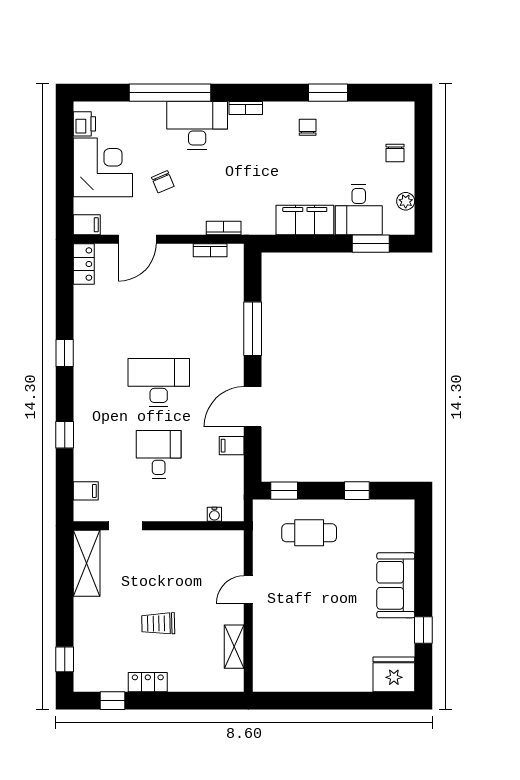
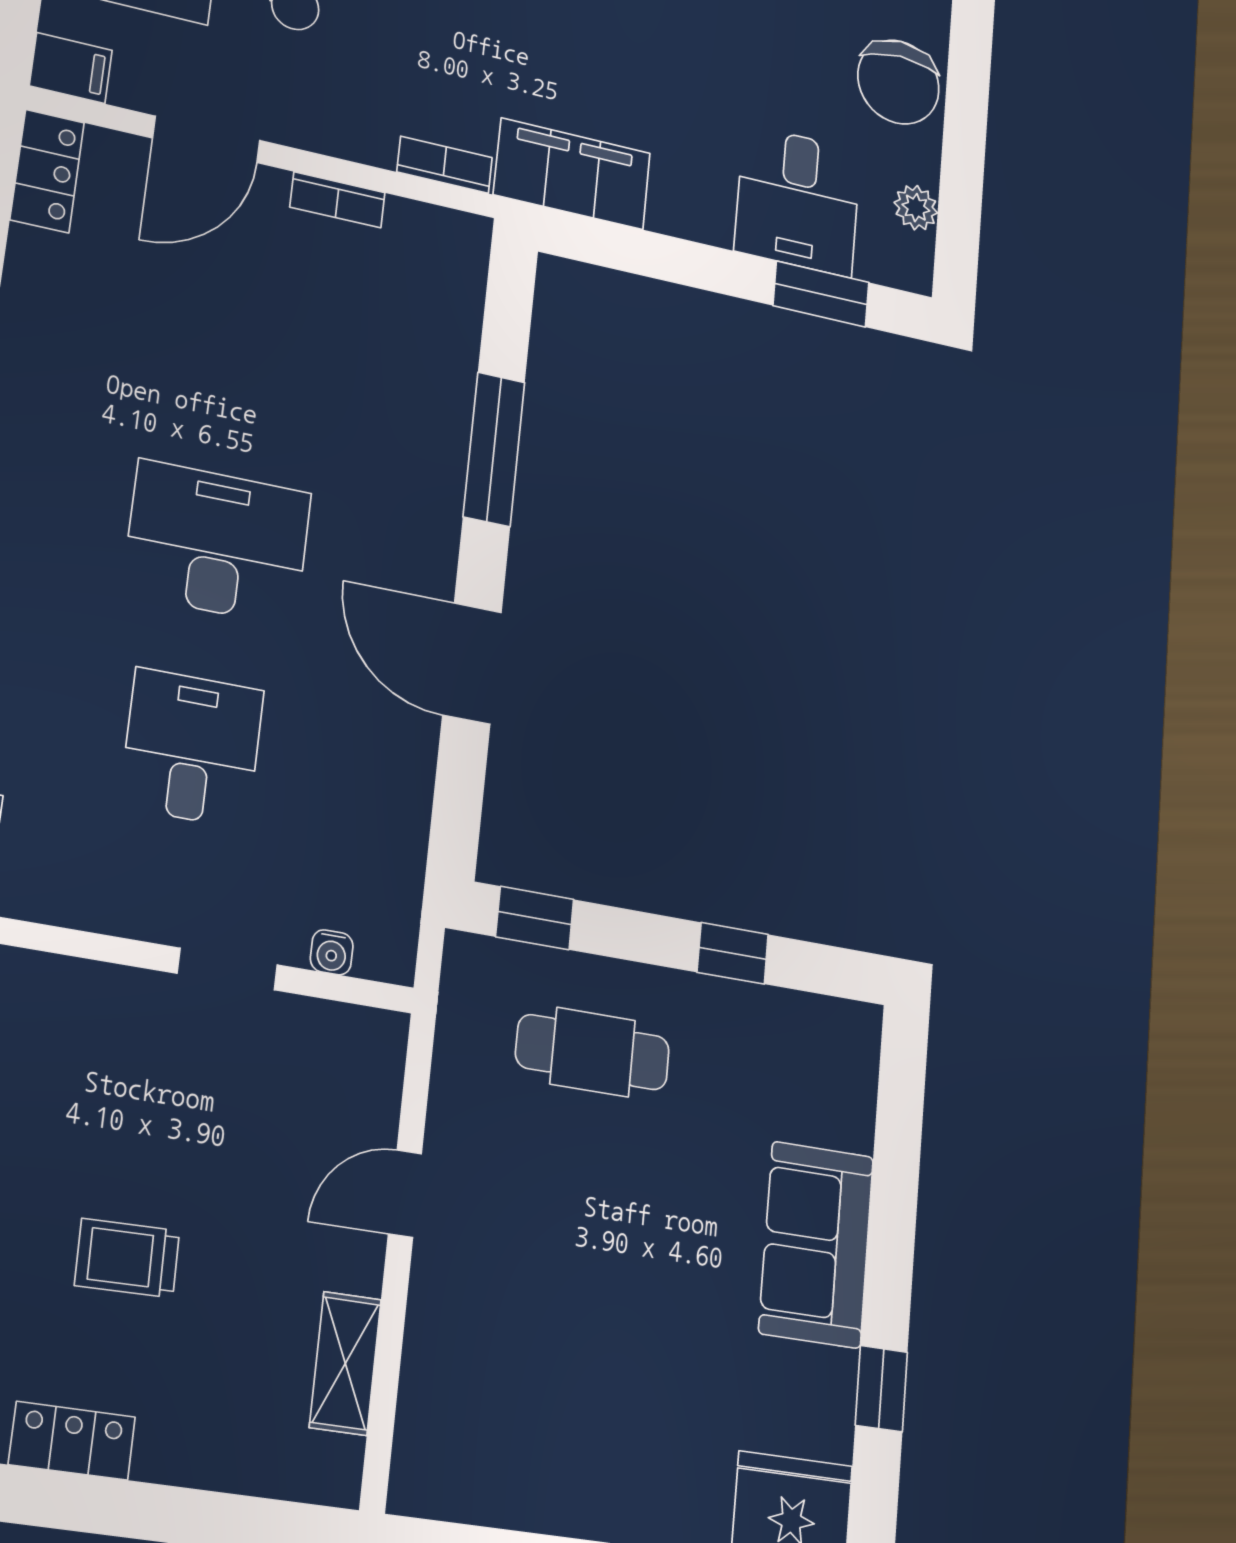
chair: (395, 153) -> (898, 82), width x1.87, depth x1.87
filing cabinet: (305, 220) -> (572, 174), moved
bookcase: (210, 250) -> (337, 200), moved
door: (253, 407) -> (472, 663), hinge flipped
filing cabinet: (232, 446) -> (402, 762), removed
doorway: (125, 526) -> (227, 969), moved

